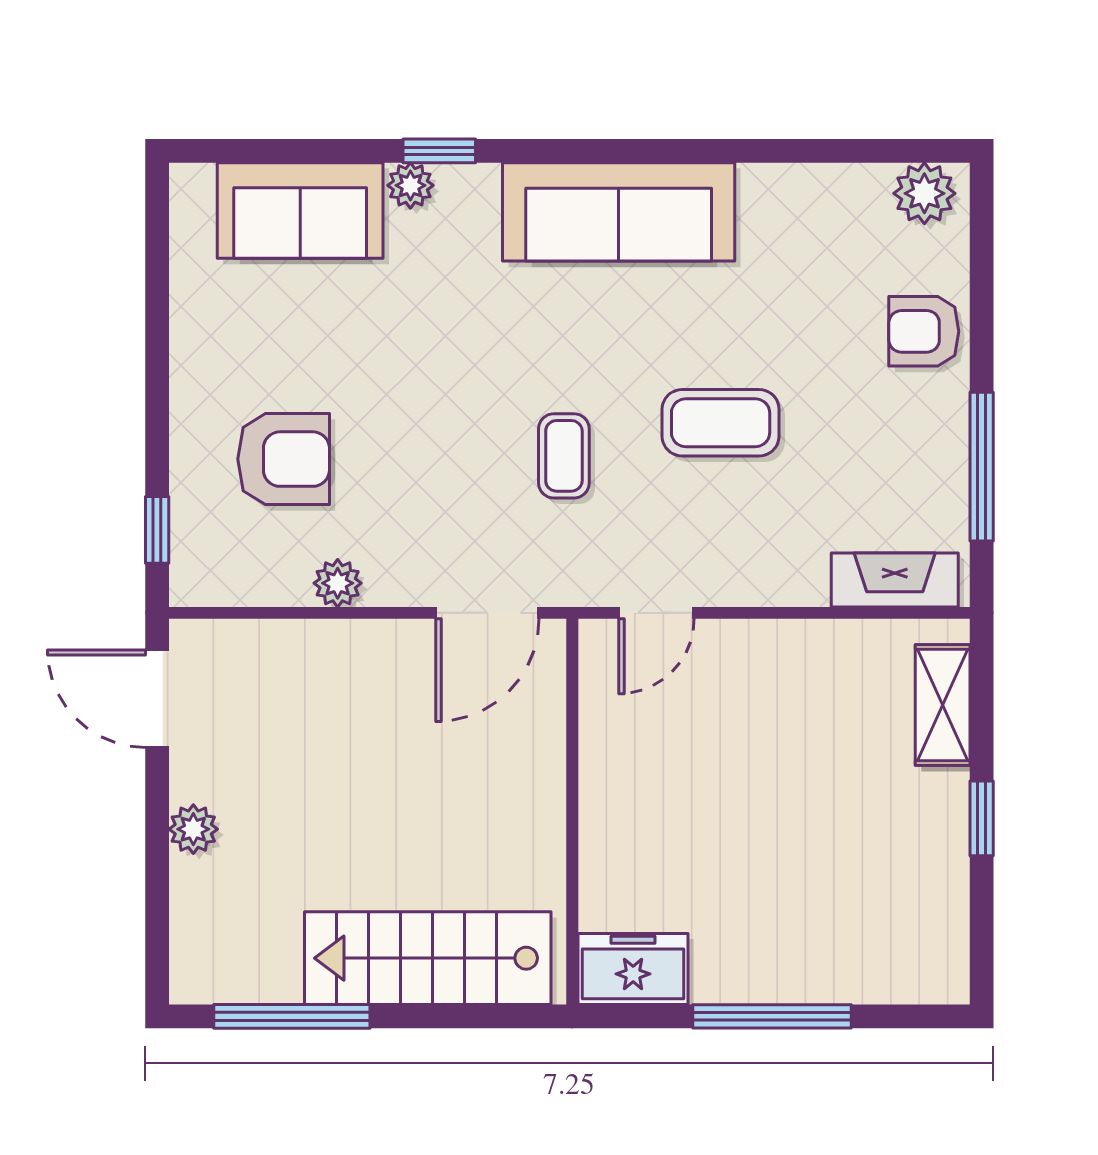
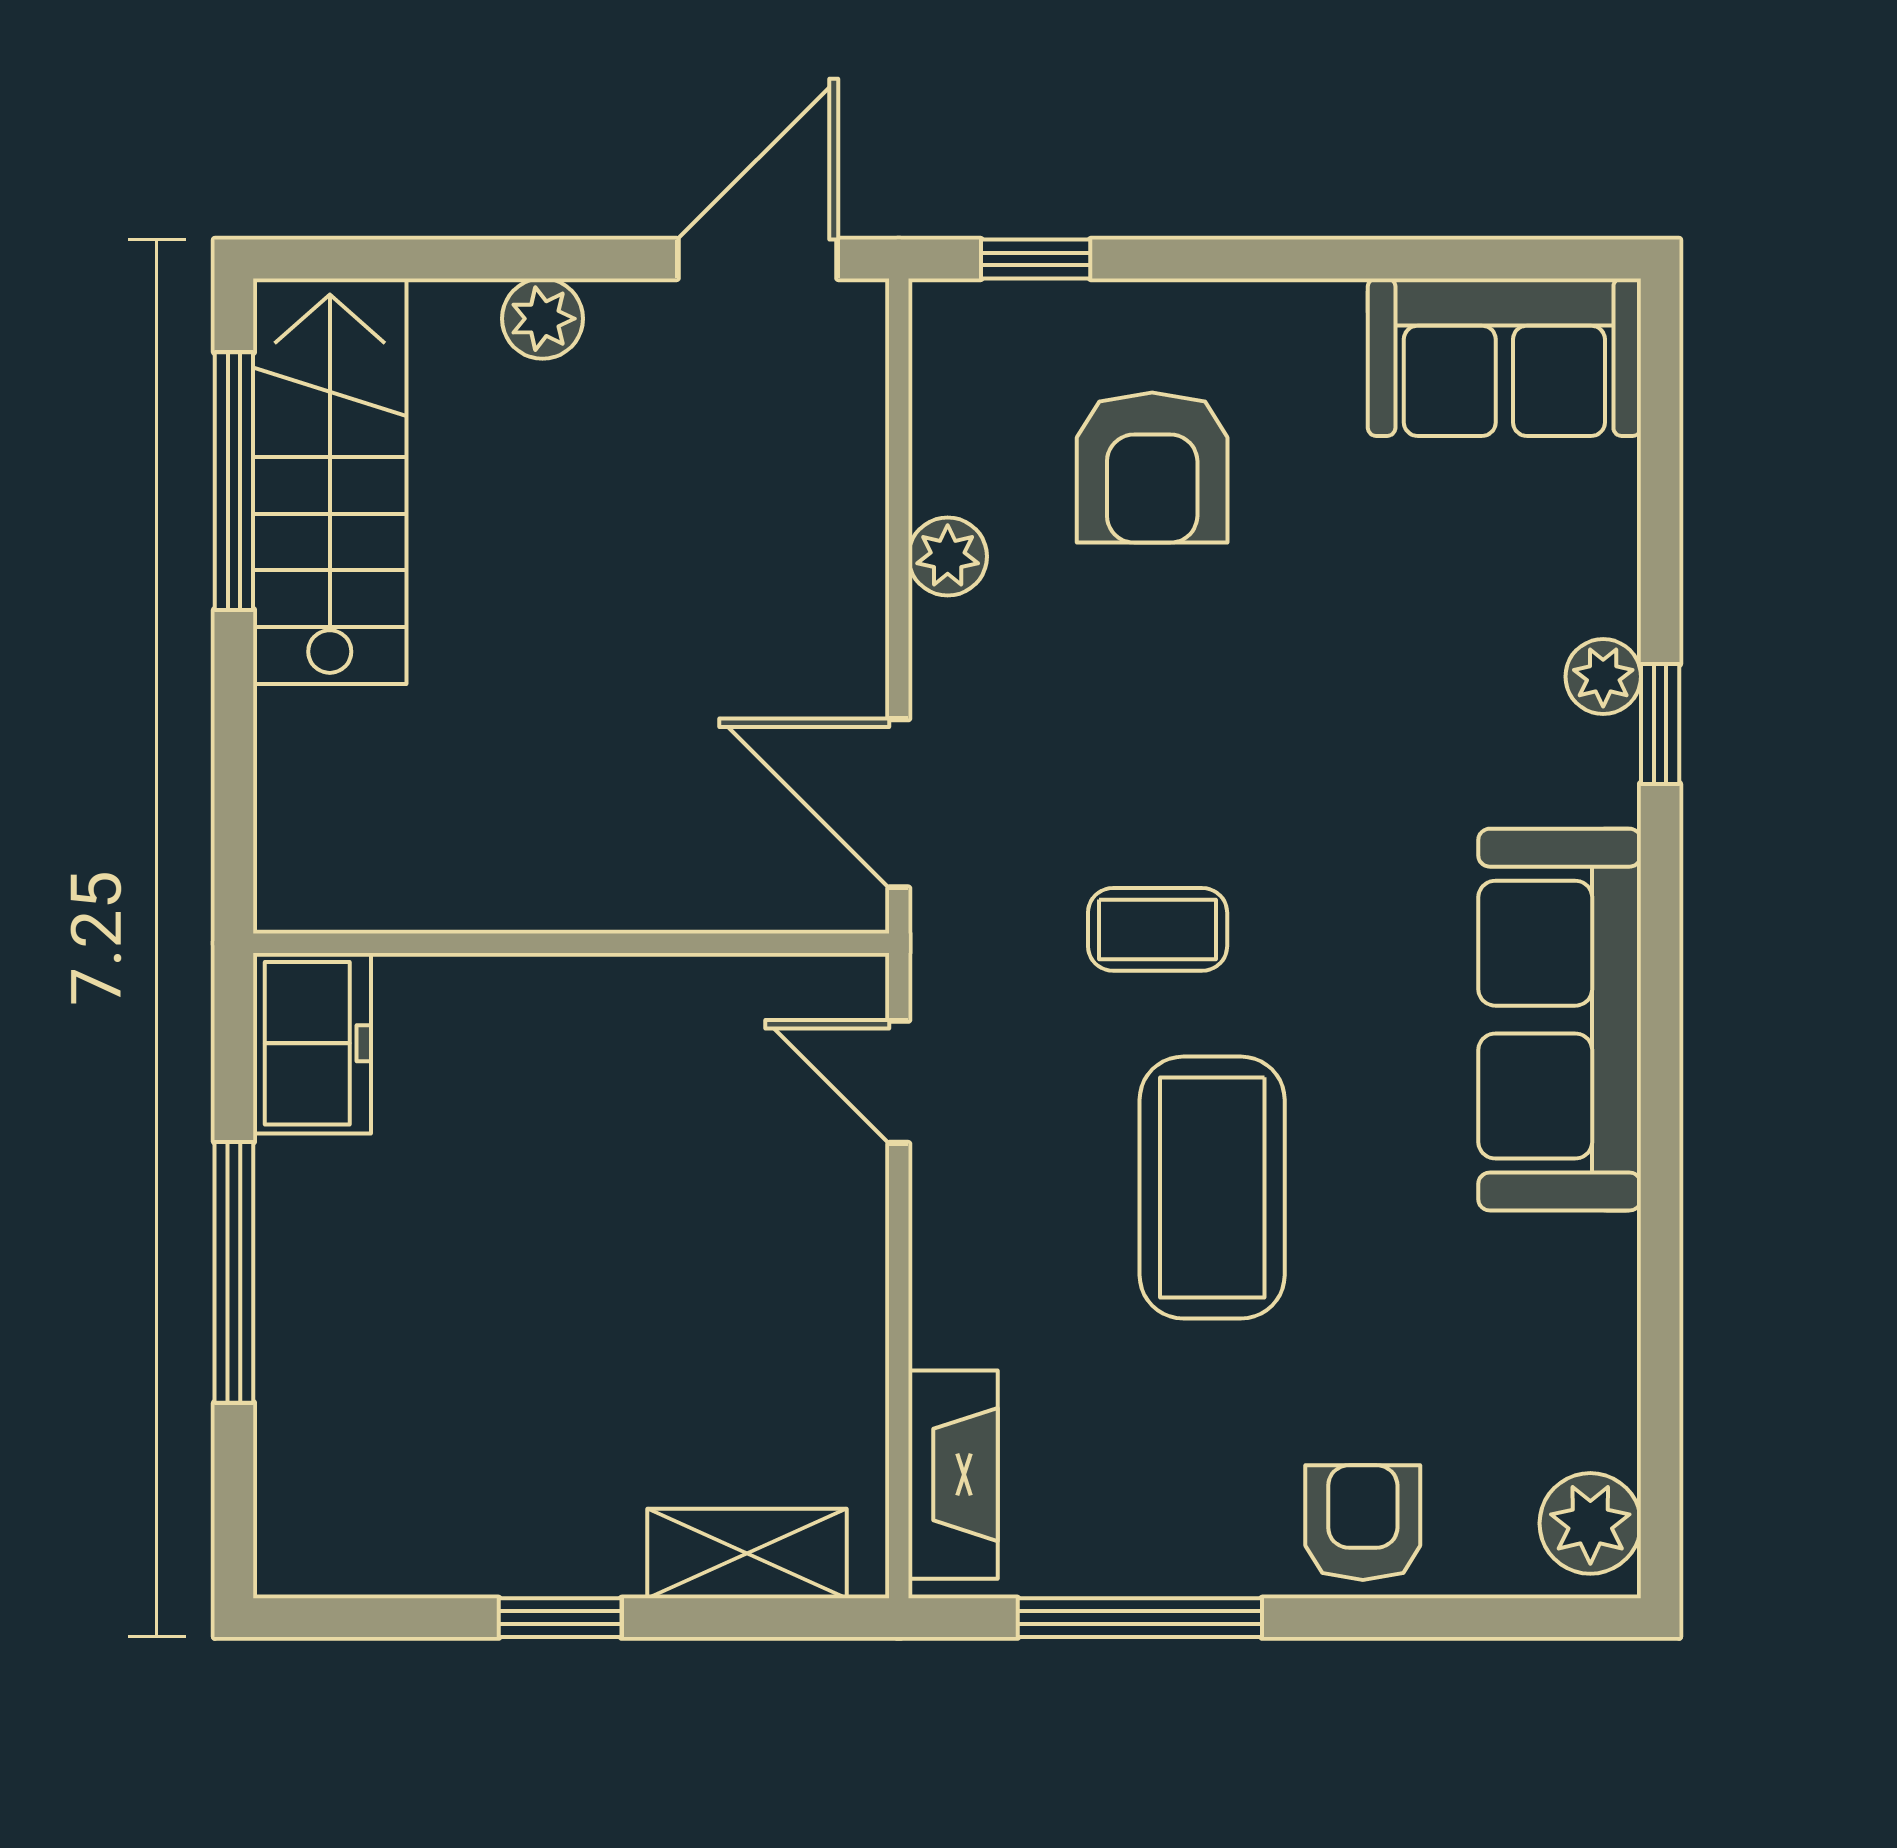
sofa: (300, 210) -> (1504, 357), moved, turned -90
coffee table: (721, 423) -> (1212, 1188), width x1.36, depth x1.32
stairs: (428, 958) -> (330, 481), moved

